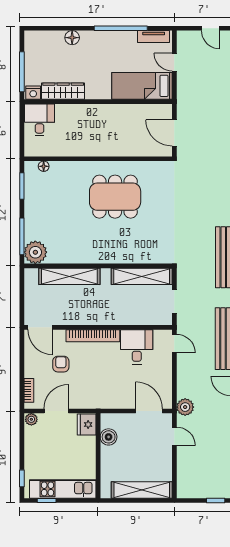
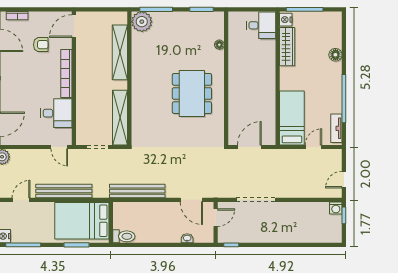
floor lamp: (44, 166) -> (219, 45), moved
door: (174, 344) -> (59, 147), hinge flipped

